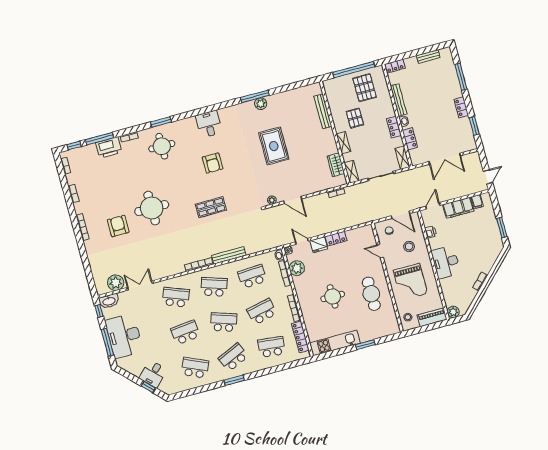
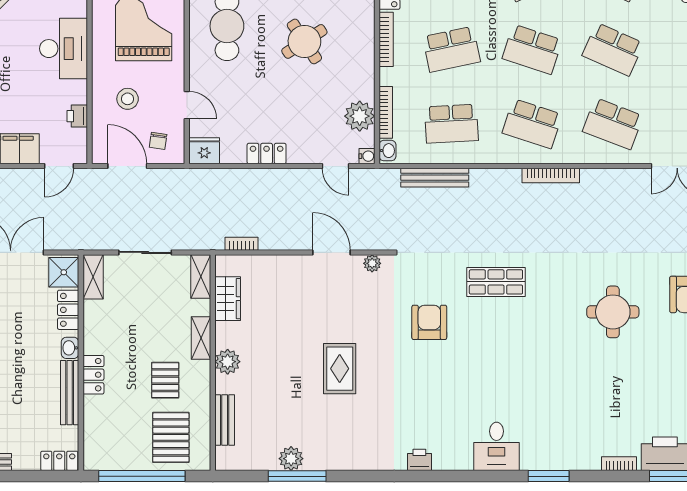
pallet: (365, 88) -> (171, 437), moved
window: (255, 96) -> (297, 476), moved
plant: (261, 104) -> (291, 459), moved
bench: (323, 111) -> (225, 420), width x0.73
printer: (224, 113) -> (419, 460), added
desk: (209, 124) -> (496, 446), moved
locker: (394, 127) -> (93, 375), moved
plant: (328, 135) -> (228, 362), added
round table: (162, 146) -> (560, 428), removed
rug: (274, 146) -> (340, 369), width x0.73, depth x0.70
shower: (417, 156) -> (64, 272), added
armchair: (213, 163) -> (429, 322), moved
round table: (152, 208) -> (613, 312), width x0.73, depth x0.73
fridge: (319, 245) -> (204, 151), moved
bench: (229, 255) -> (435, 178), moved
round table: (333, 296) -> (304, 41), turned -33
school desk: (185, 332) -> (613, 49), turned 30

